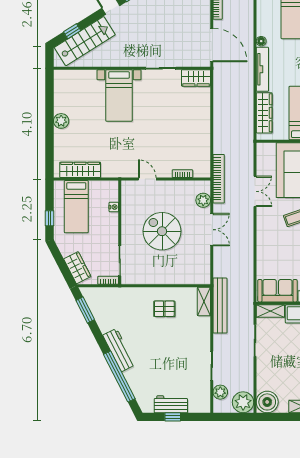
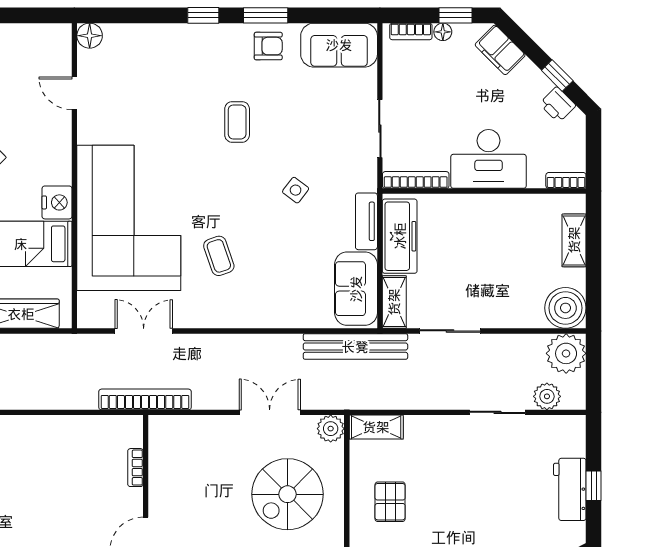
double door: (255, 191) -> (144, 331), moved
plant: (203, 200) -> (331, 429), moved
double door: (212, 230) -> (270, 412), moved
spiral stairs: (162, 231) -> (288, 494), moved
bench: (220, 306) -> (355, 347), moved

